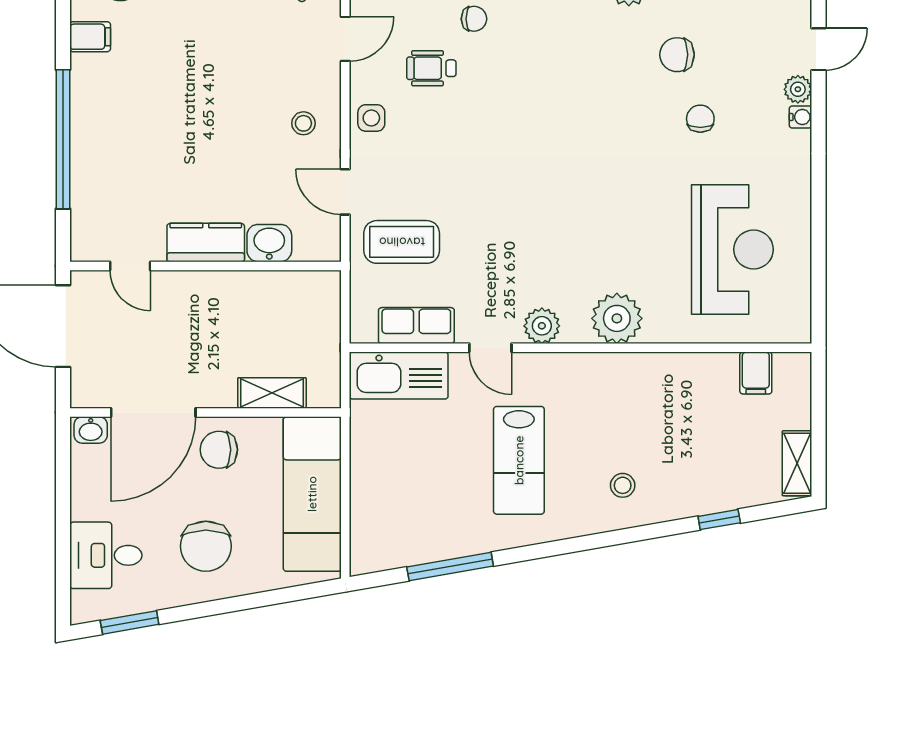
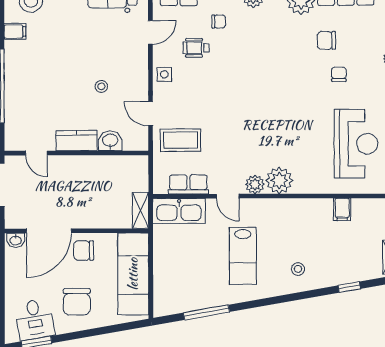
stool: (303, 123) -> (101, 86), moved
plant: (617, 318) -> (279, 180), moved
filing cabinet: (756, 373) -> (342, 209), moved
shelving: (272, 393) -> (140, 210), moved, turned 90
desk: (106, 555) -> (35, 319), moved, turned -100

